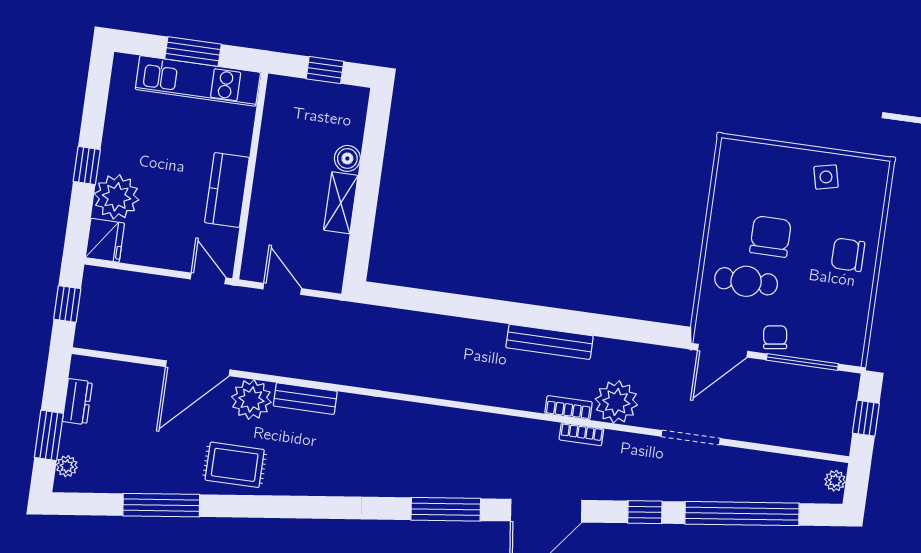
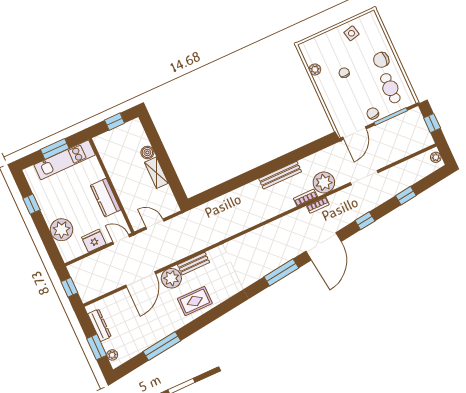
window: (87, 165) -> (31, 204), moved
plant: (724, 199) -> (315, 69), added
chair: (771, 236) -> (344, 73), width x0.54, depth x0.54
fridge: (105, 240) -> (94, 241), moved, turned -90
cafe table: (746, 281) -> (390, 88), moved, turned 90
dresser: (77, 402) -> (99, 325), width x1.44
rug: (235, 465) -> (195, 301), moved
window: (742, 514) -> (406, 196), width x0.32

